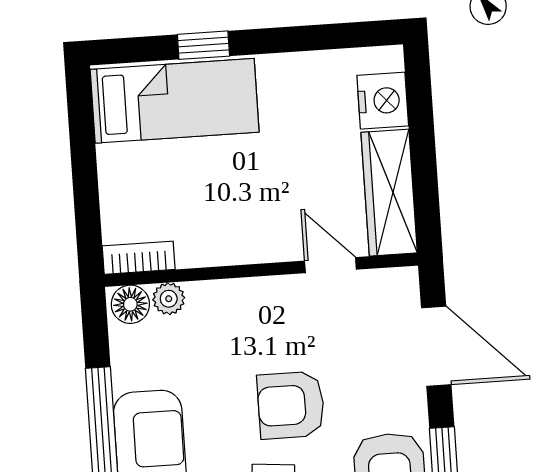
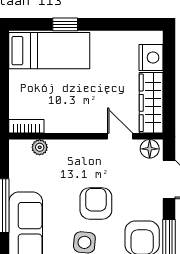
floor lamp: (130, 304) -> (150, 149), moved
armchair: (291, 405) -> (96, 203), turned 90

